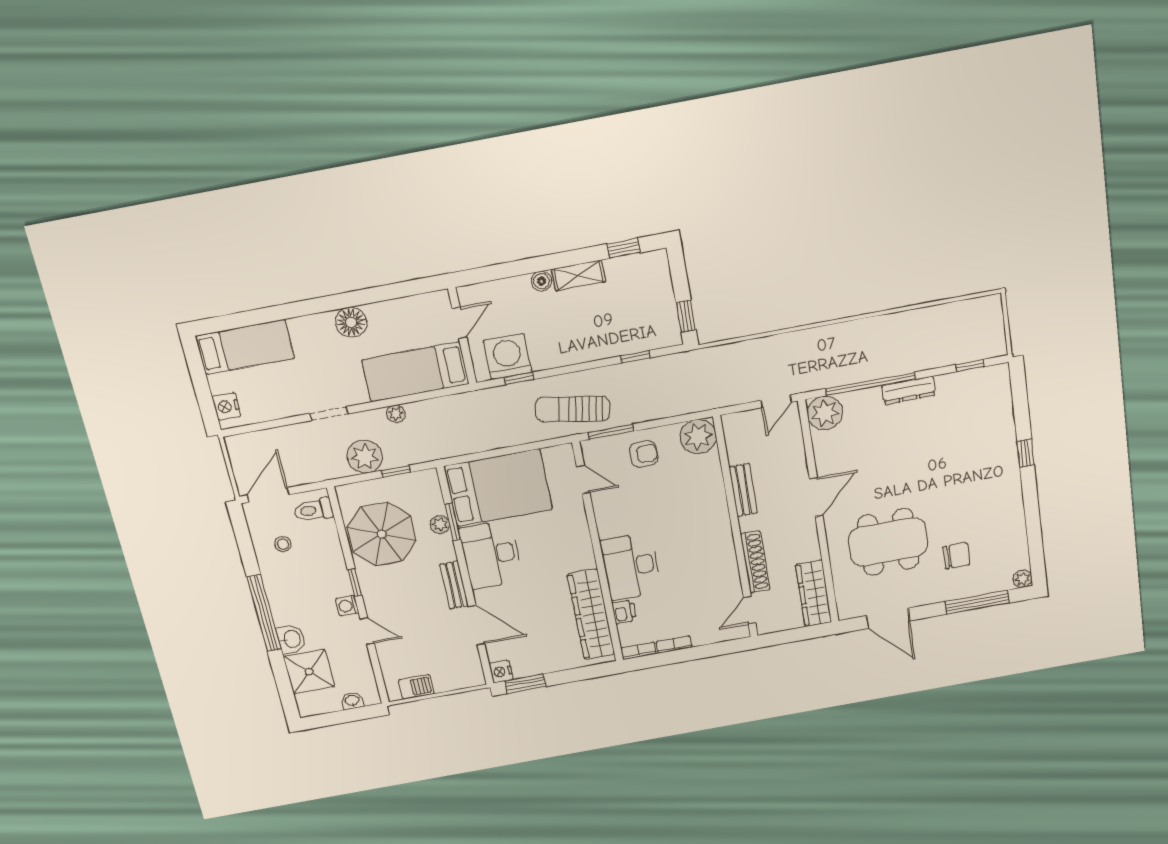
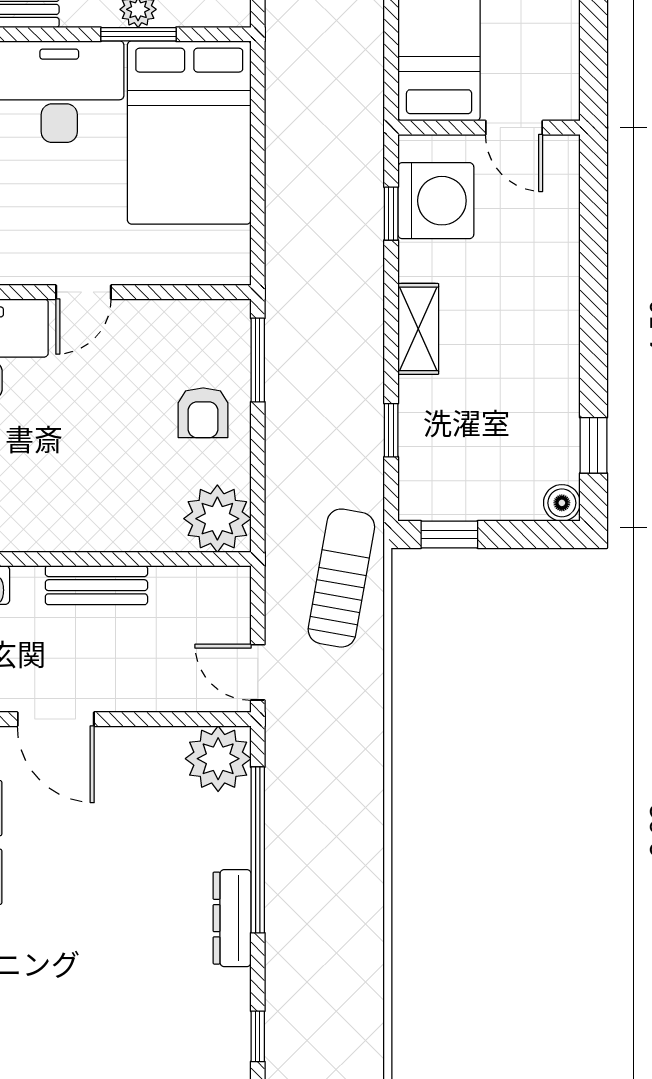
shelving: (578, 275) -> (418, 329), moved
boiler: (542, 281) -> (562, 503), moved
sun lounger: (573, 409) -> (341, 578), moved
door: (583, 479) -> (83, 292), moved

